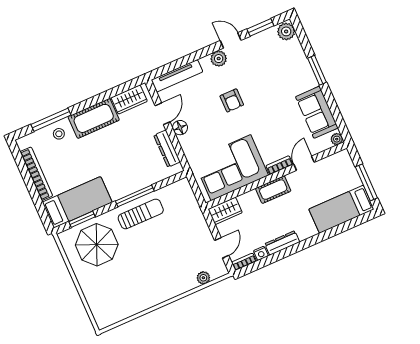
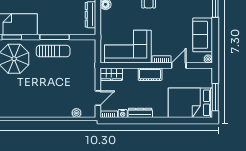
bed: (341, 209) -> (190, 103), width x1.50

